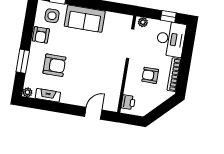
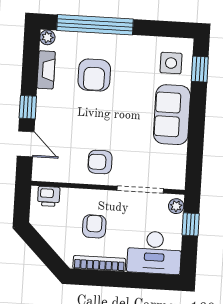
window: (168, 16) -> (191, 224), moved
armchair: (41, 35) -> (100, 162), moved
window: (23, 61) -> (95, 25), width x2.11
window: (70, 109) -> (28, 107), added

